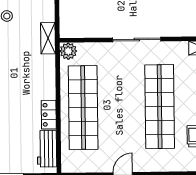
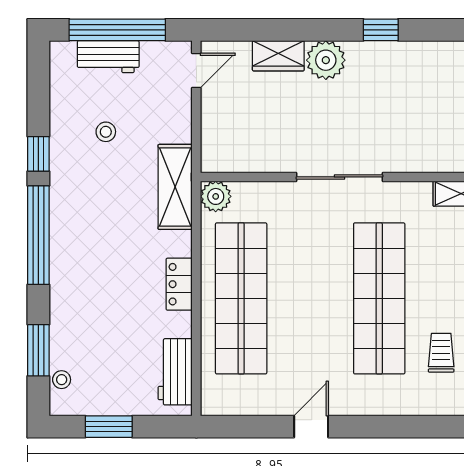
shelving: (48, 38) -> (175, 187), width x1.50, depth x1.33
locker: (49, 115) -> (179, 284), moved

